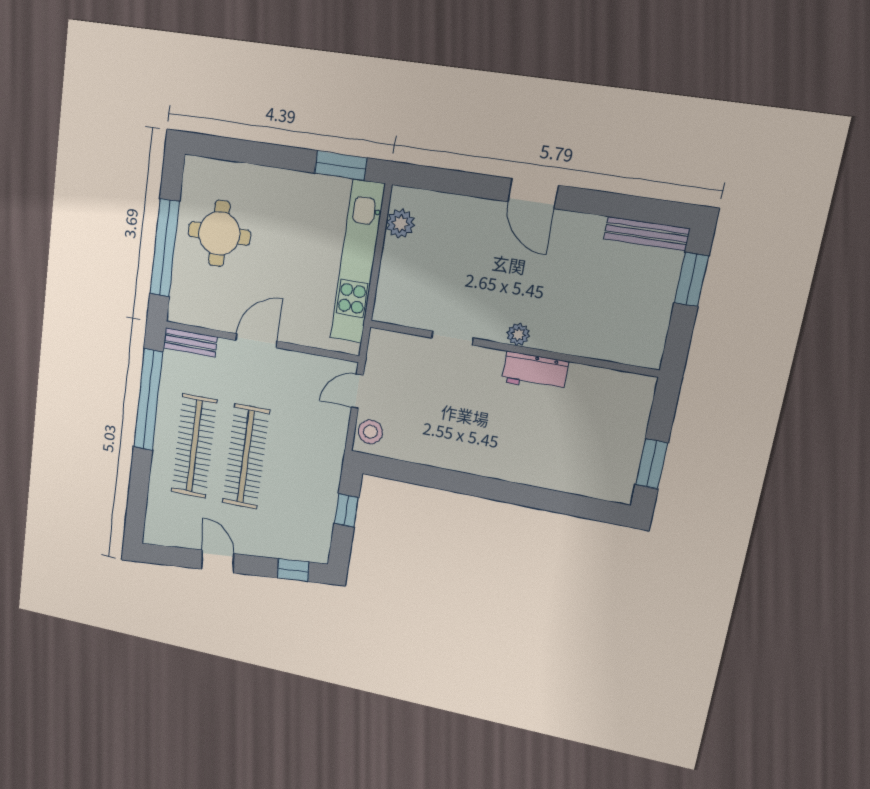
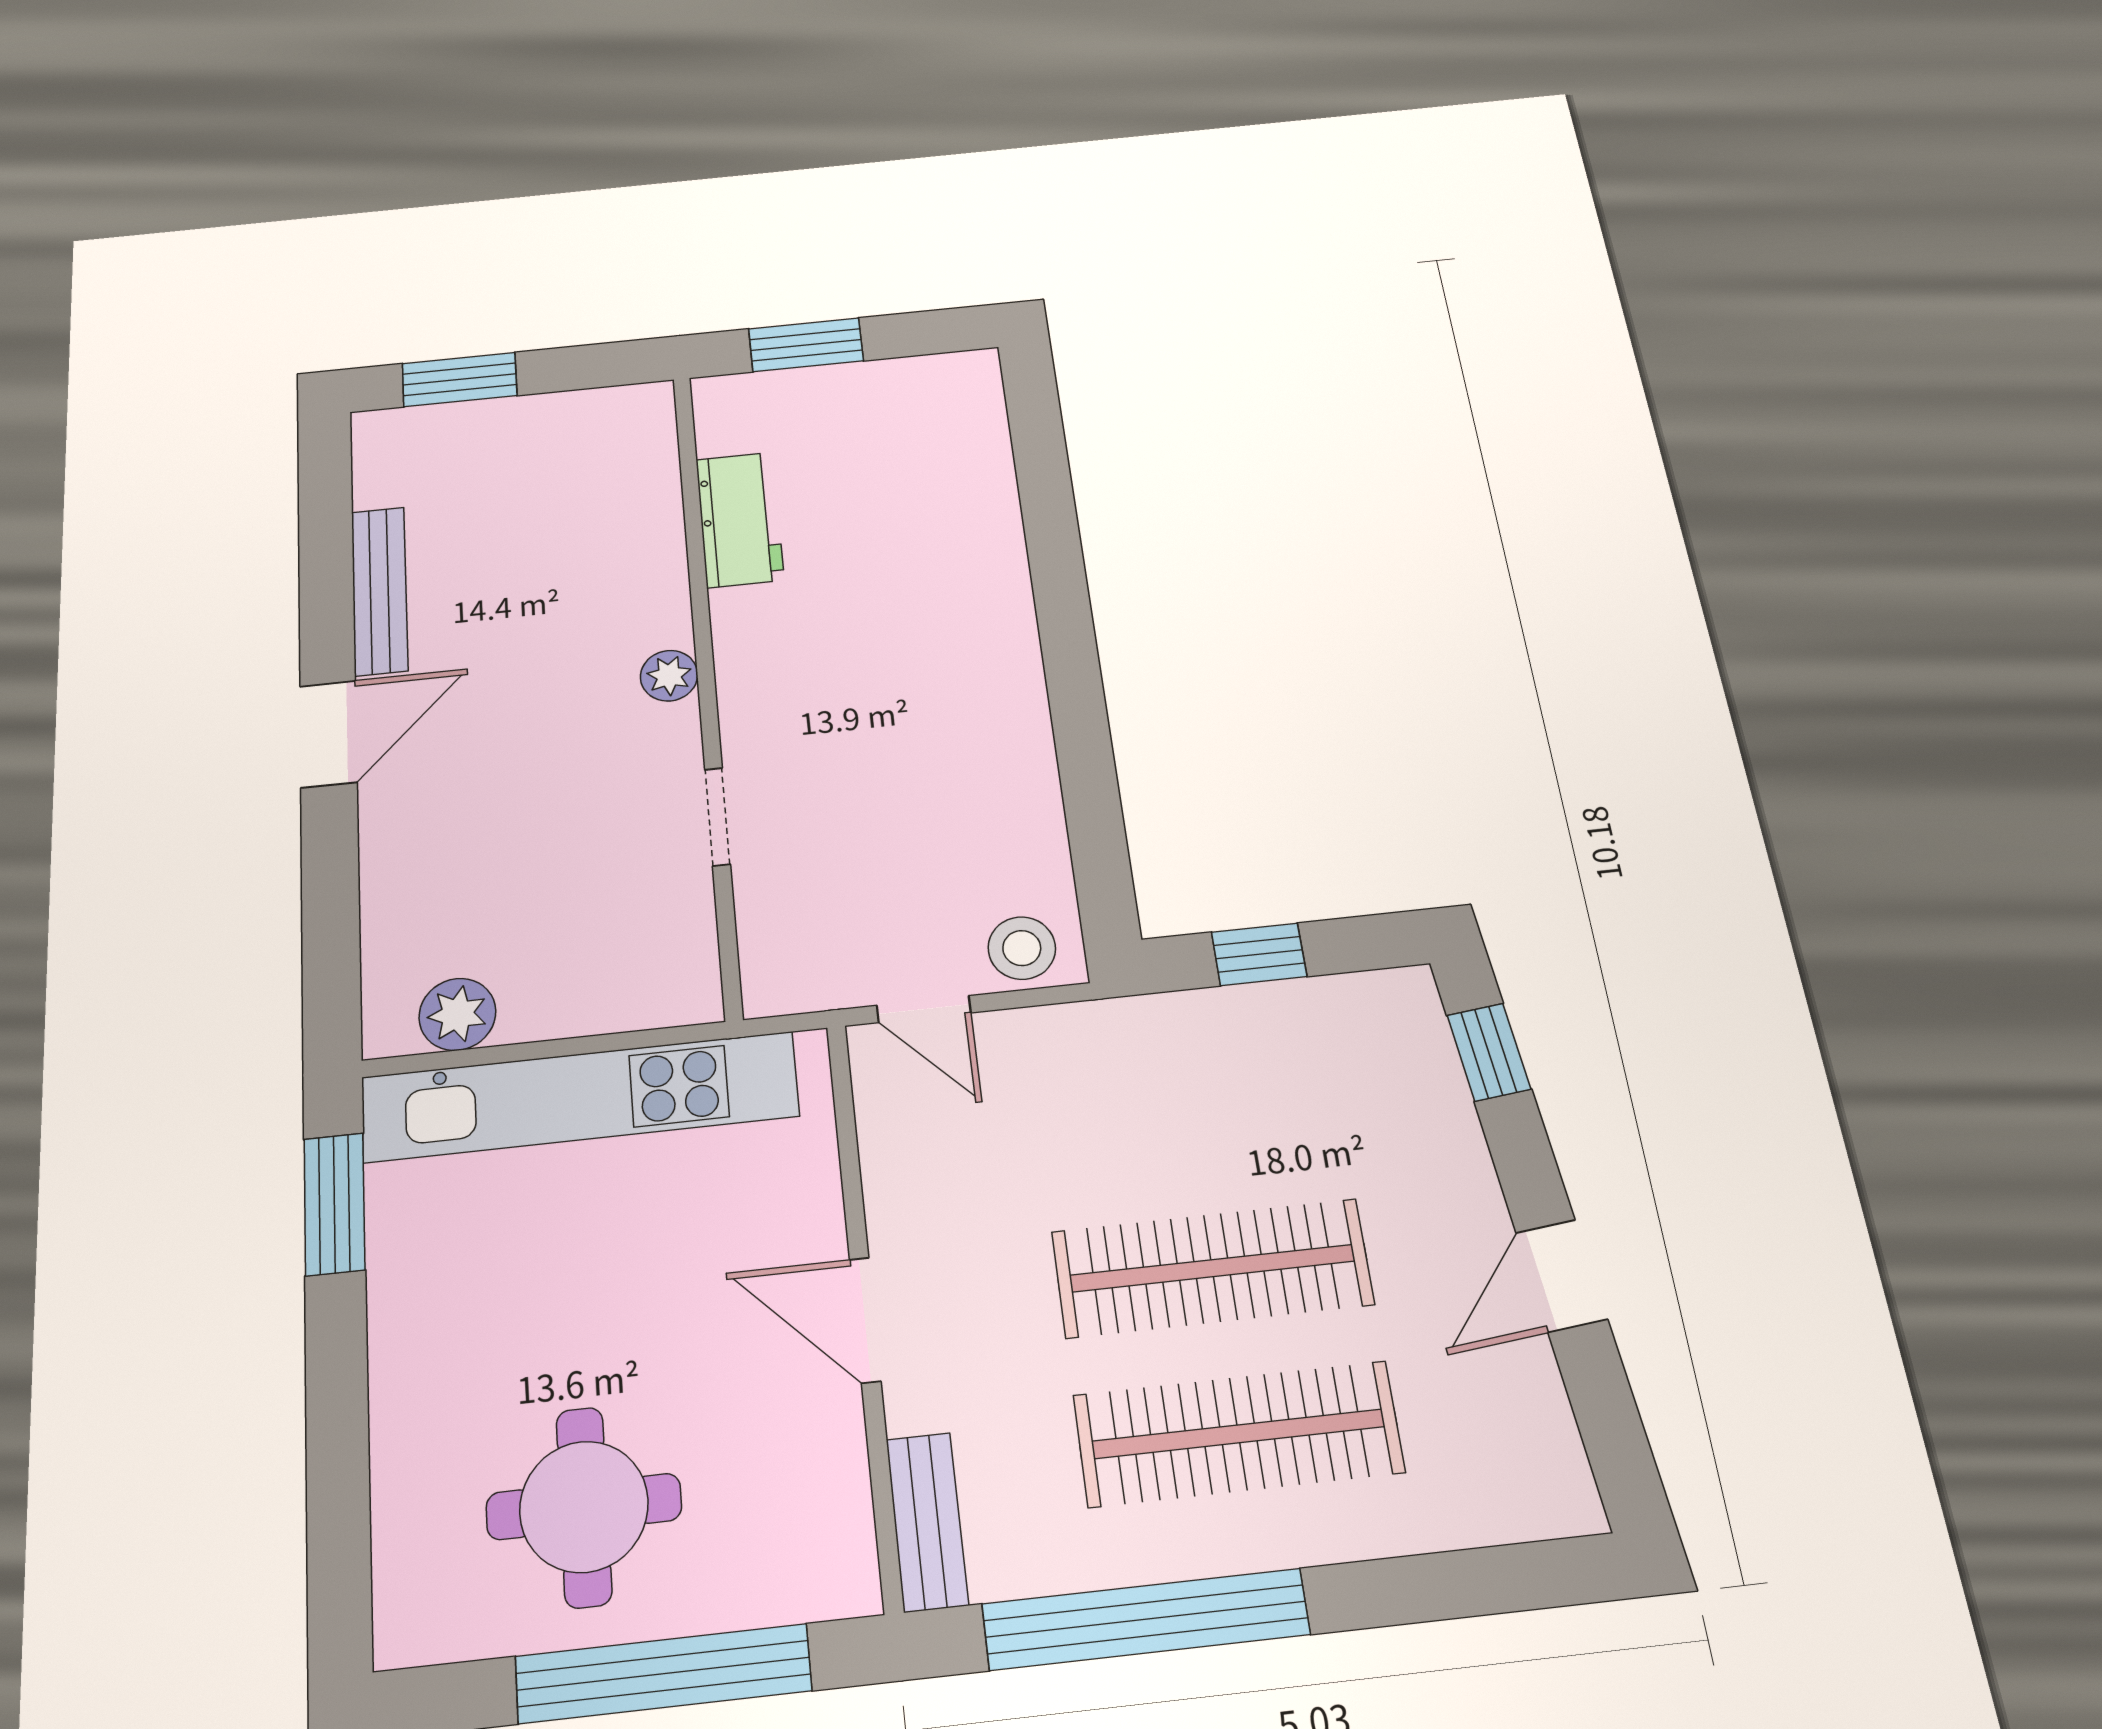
bench: (647, 234) -> (379, 591), moved
workbench: (535, 372) -> (740, 519), moved
window: (652, 464) -> (806, 345), moved

